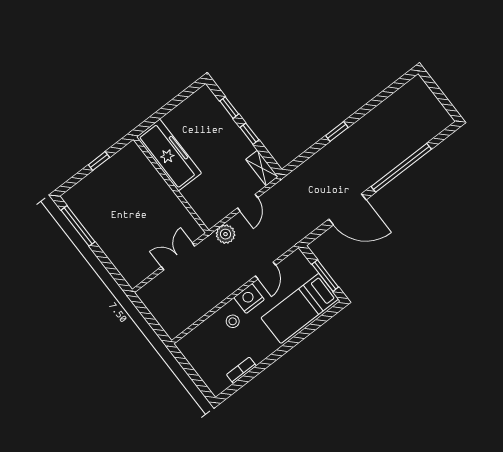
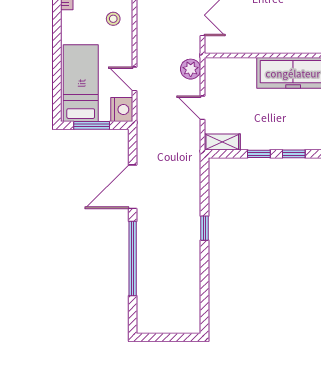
nightstand: (249, 299) -> (122, 109), moved

